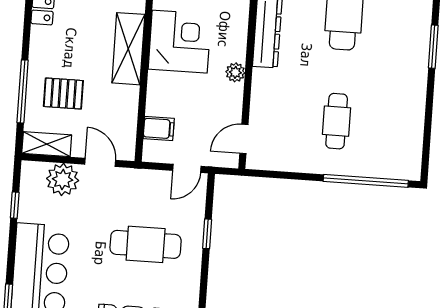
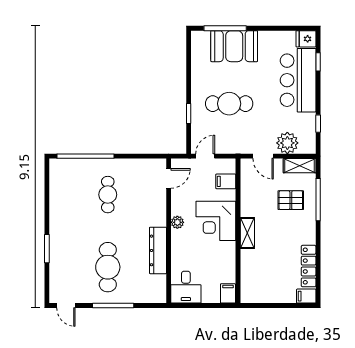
corner desk: (180, 42) -> (216, 221), moved
shelving: (128, 49) -> (247, 233), width x0.67, depth x0.75

